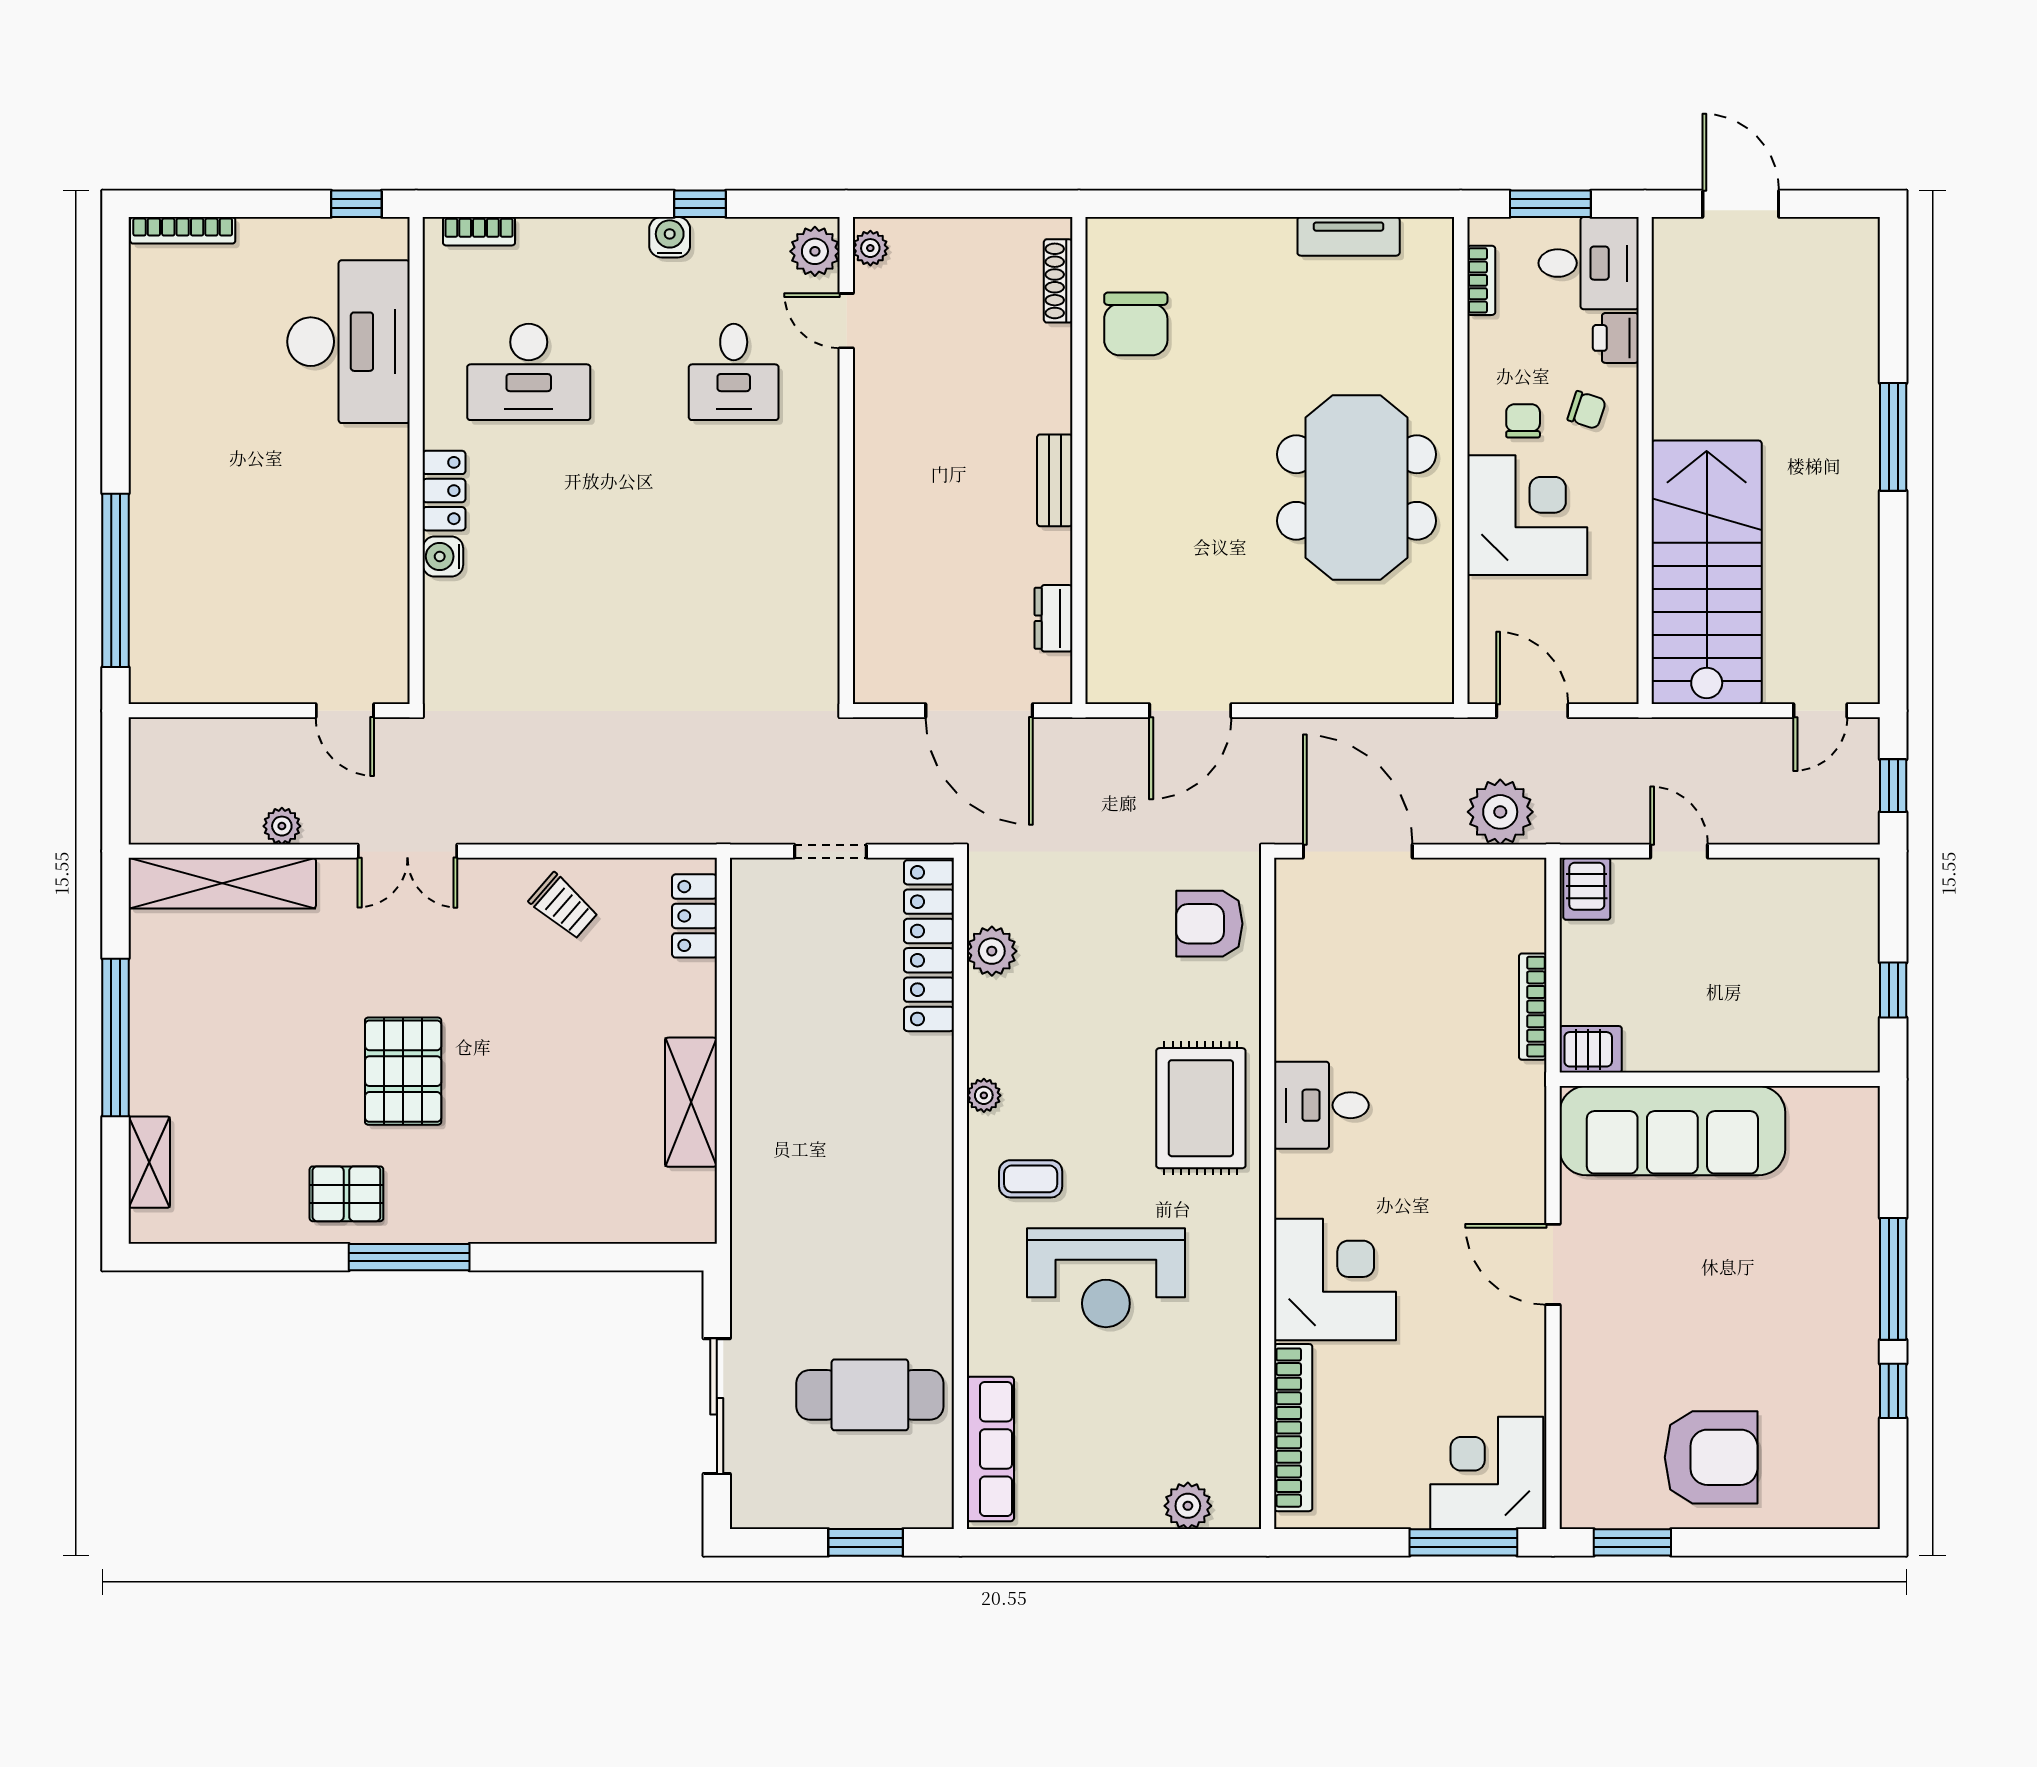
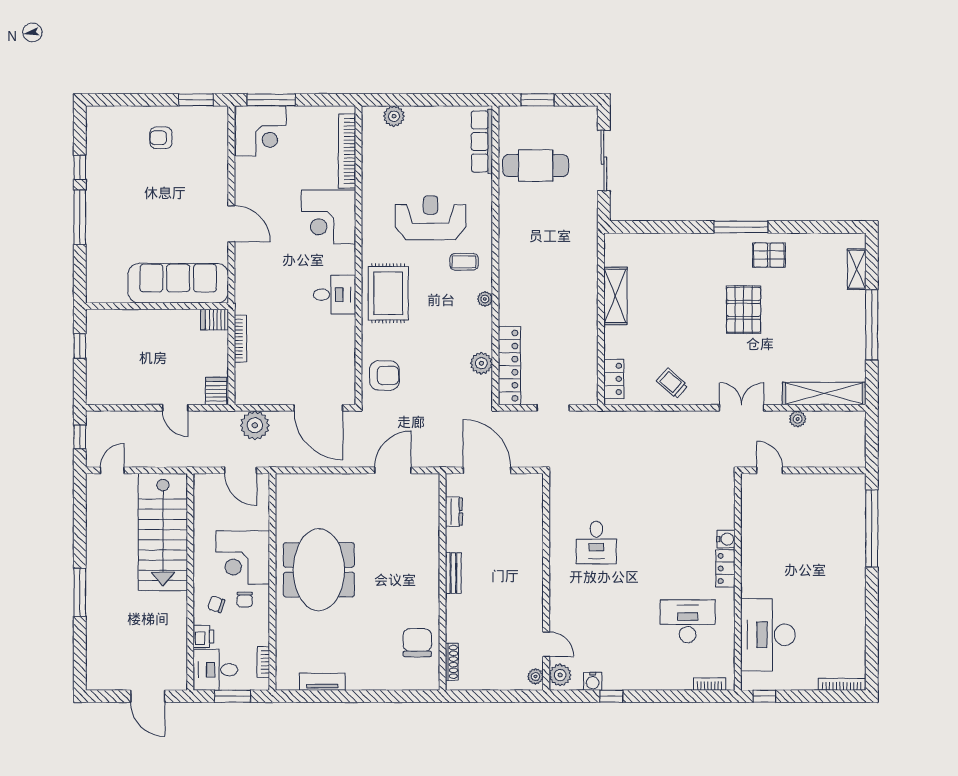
water cooler: (670, 237) -> (593, 681), moved
desk: (734, 372) -> (596, 542), moved, turned 180
armchair: (1711, 1457) -> (161, 138), width x0.53, depth x0.53

